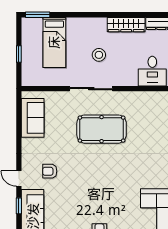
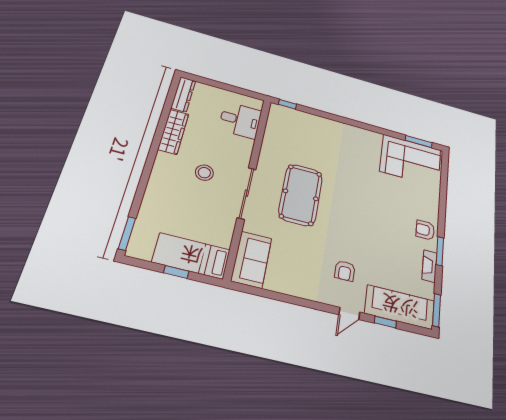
bed: (54, 42) -> (191, 256), moved, turned 180
sofa: (33, 118) -> (251, 259), moved, turned 90

